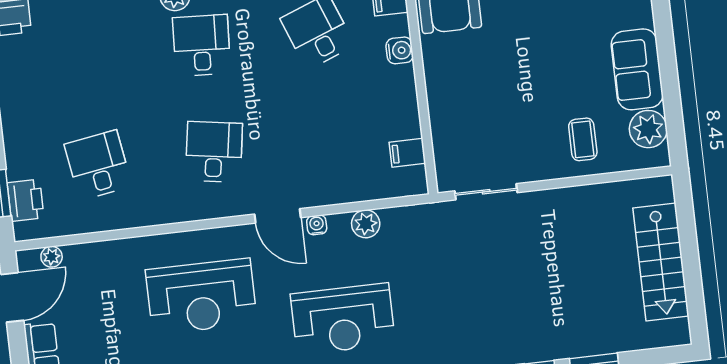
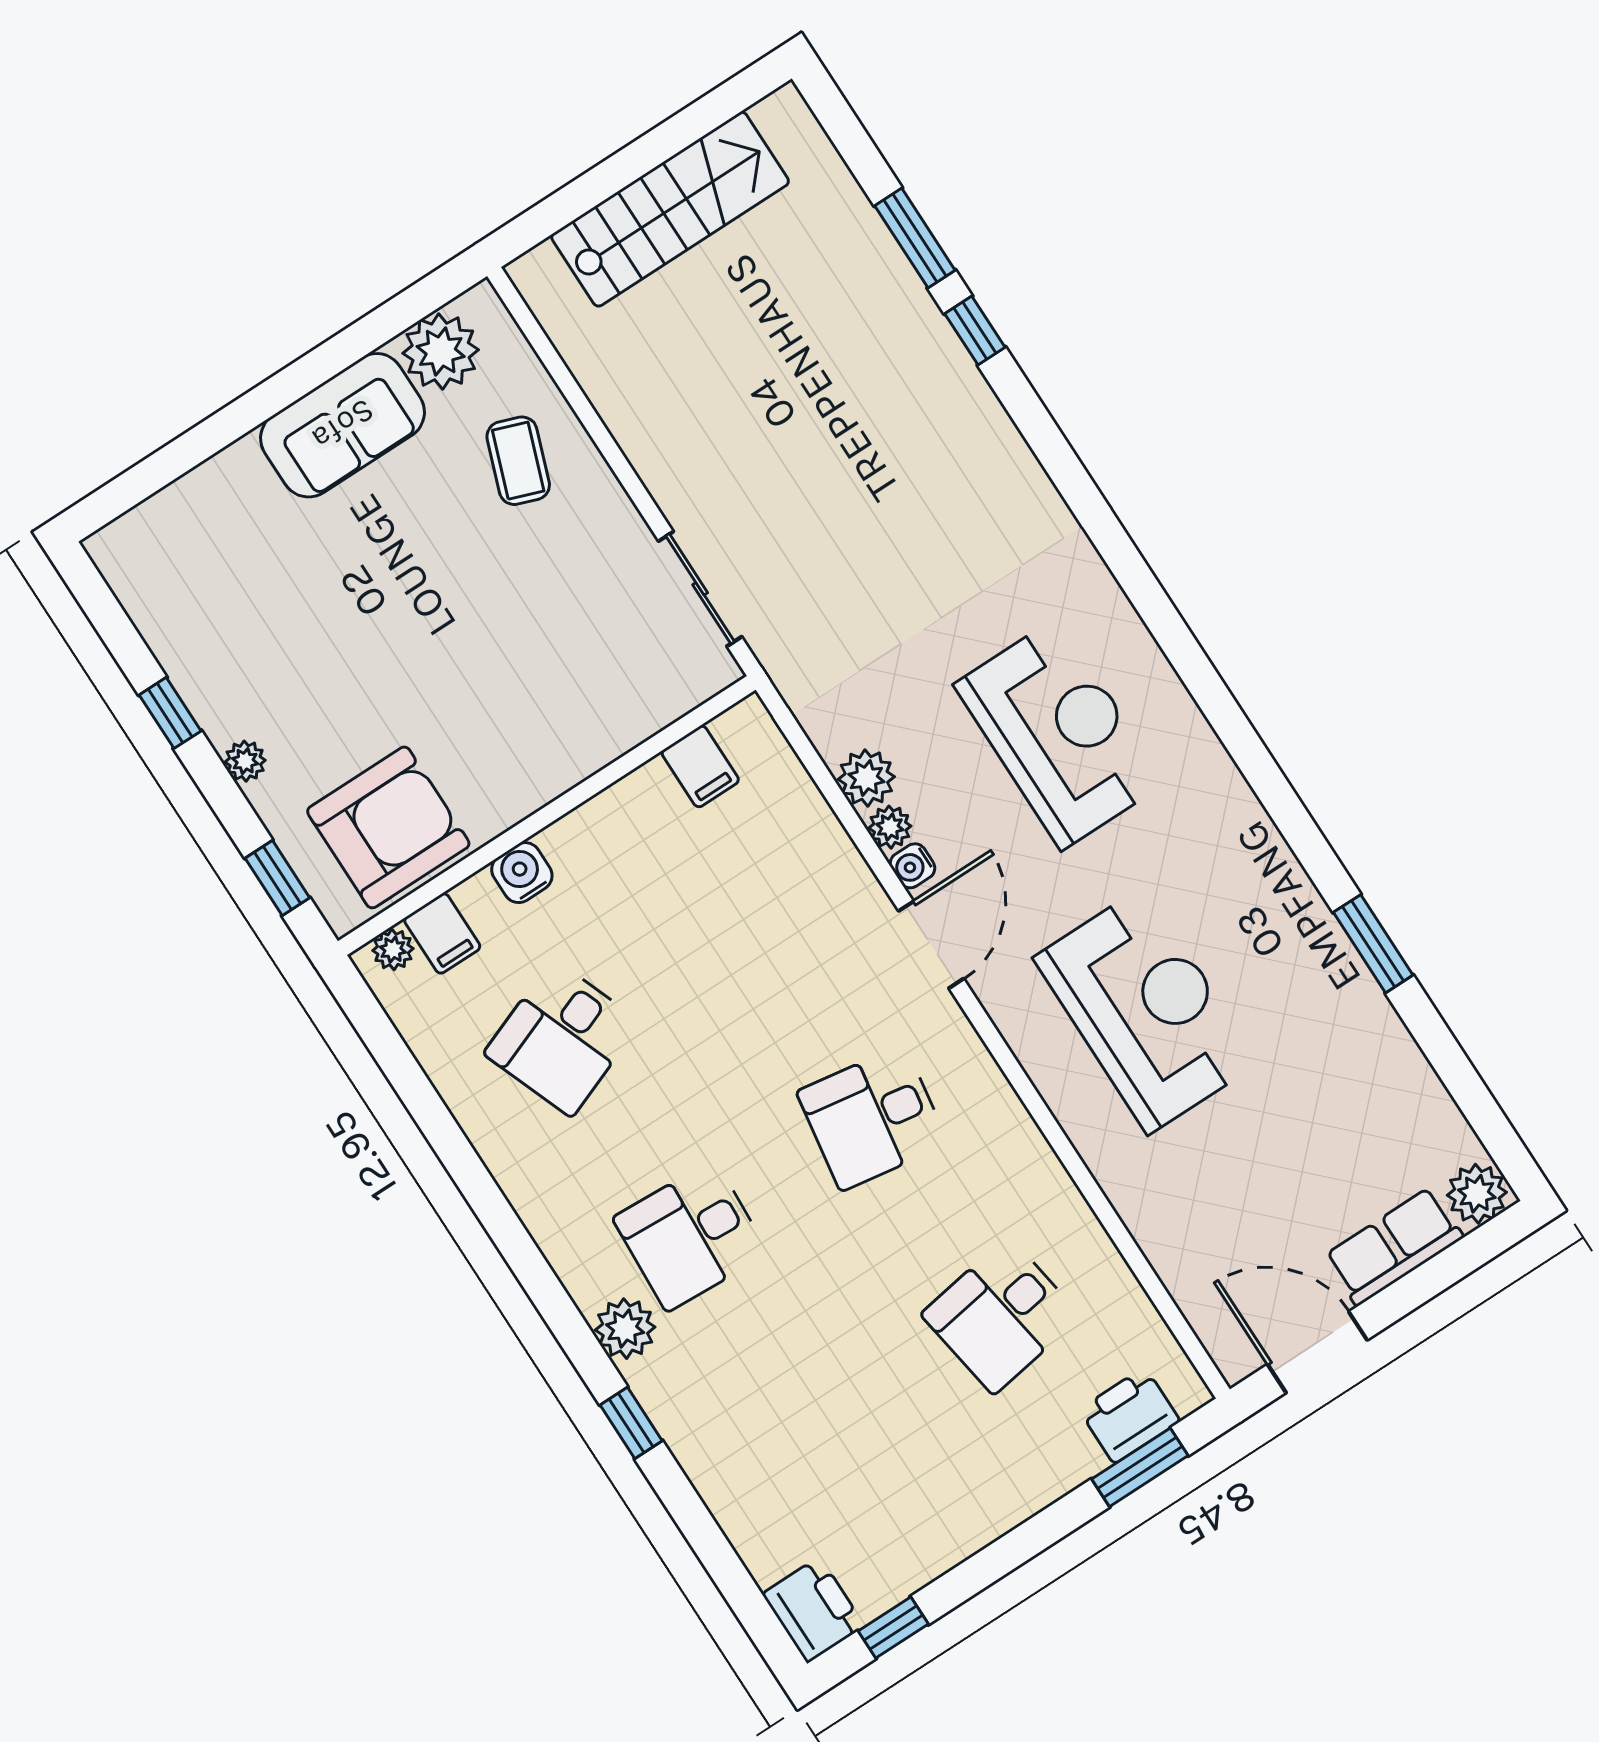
coffee table: (583, 139) -> (518, 461), turned -70
plant: (52, 257) -> (890, 827), moved

